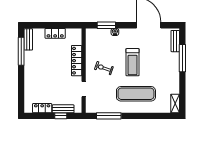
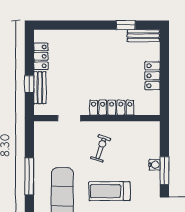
window: (106, 25) -> (164, 171), moved
window: (21, 51) -> (126, 25), width x0.46
window: (109, 116) -> (29, 176), moved

